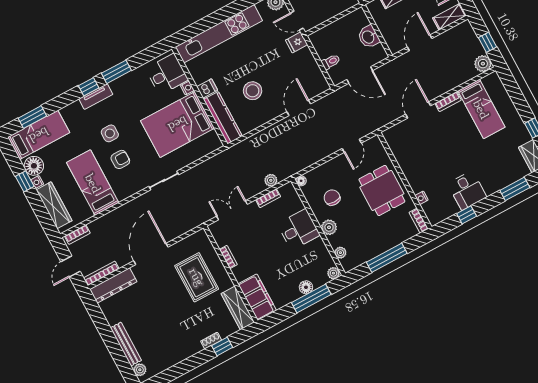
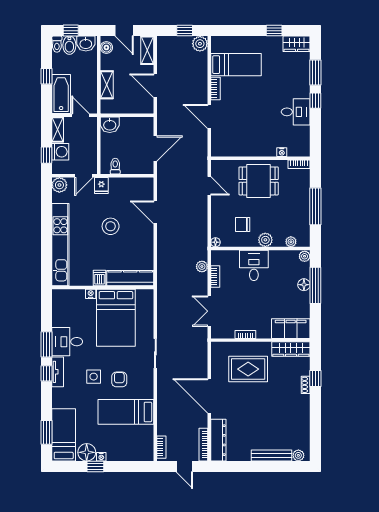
washbasin: (369, 37) -> (110, 125), moved
toilet: (331, 62) -> (115, 166), moved
desk: (167, 74) -> (67, 342), moved, turned -90
stool: (253, 91) -> (111, 226), moved
wardrobe: (54, 205) -> (127, 453), removed
window: (467, 215) -> (315, 101), moved

